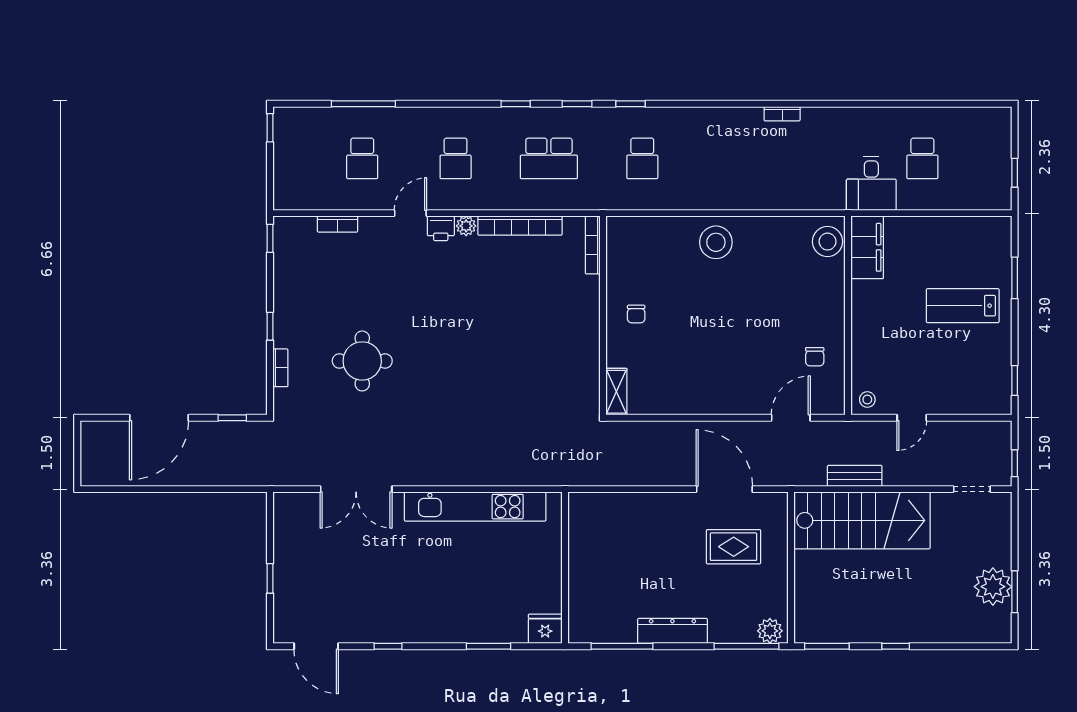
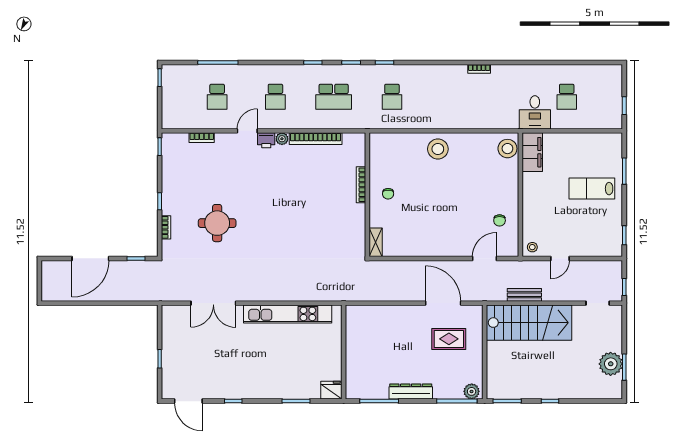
bookcase: (593, 245) -> (361, 185), moved

